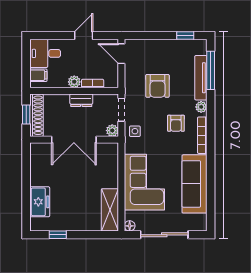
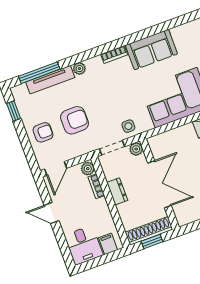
plant: (74, 82) -> (88, 169), moved
armchair: (176, 123) -> (43, 132), moved
bookcase: (202, 135) -> (114, 55), width x0.64
sofa: (195, 184) -> (151, 50), width x0.73

